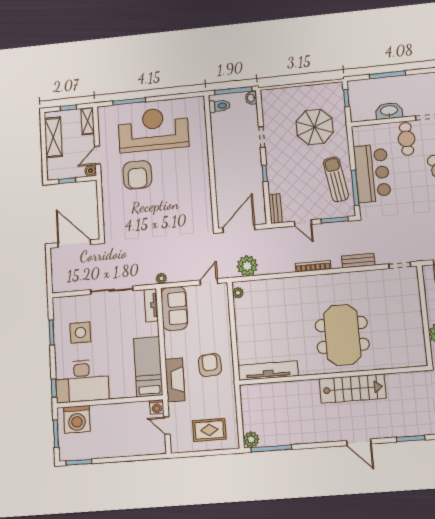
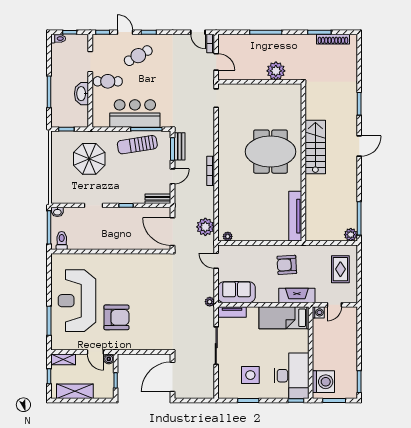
bench: (358, 261) -> (180, 146), moved

